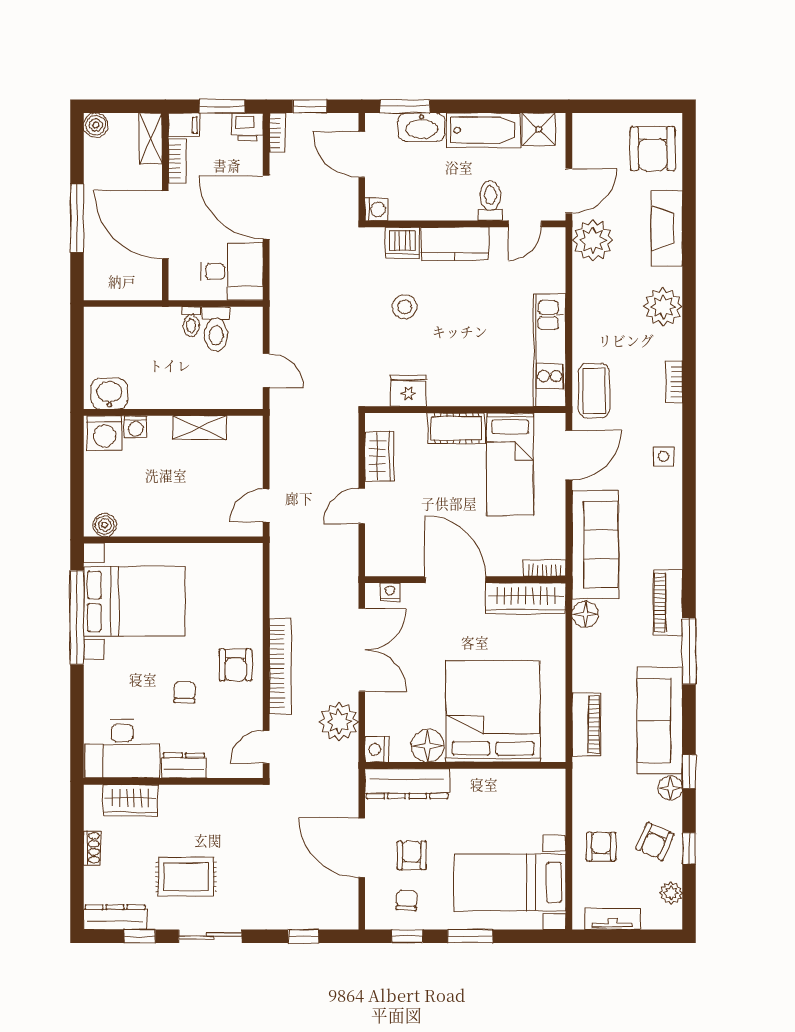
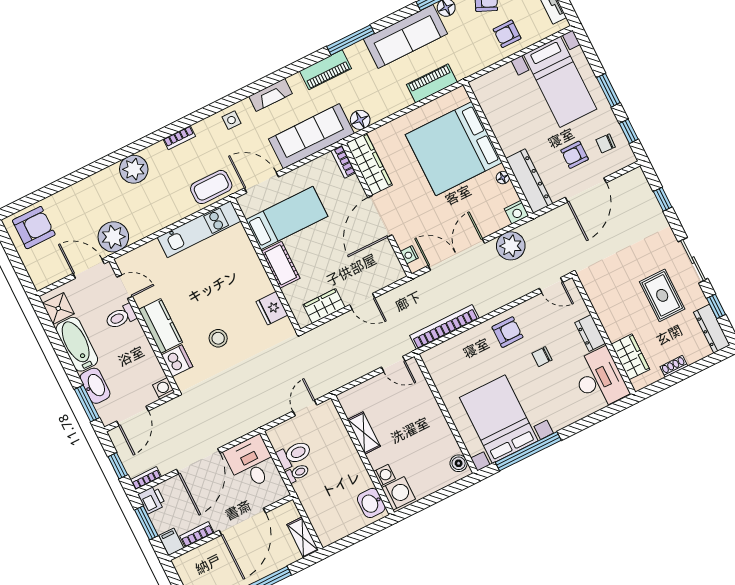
shelving: (151, 138) -> (303, 537), moved, turned 90
fireplace: (667, 228) -> (270, 95), moved, width x0.73, depth x0.76
bookcase: (280, 666) -> (444, 327), moved
floor lamp: (428, 746) -> (503, 178), width x0.53, depth x0.53

